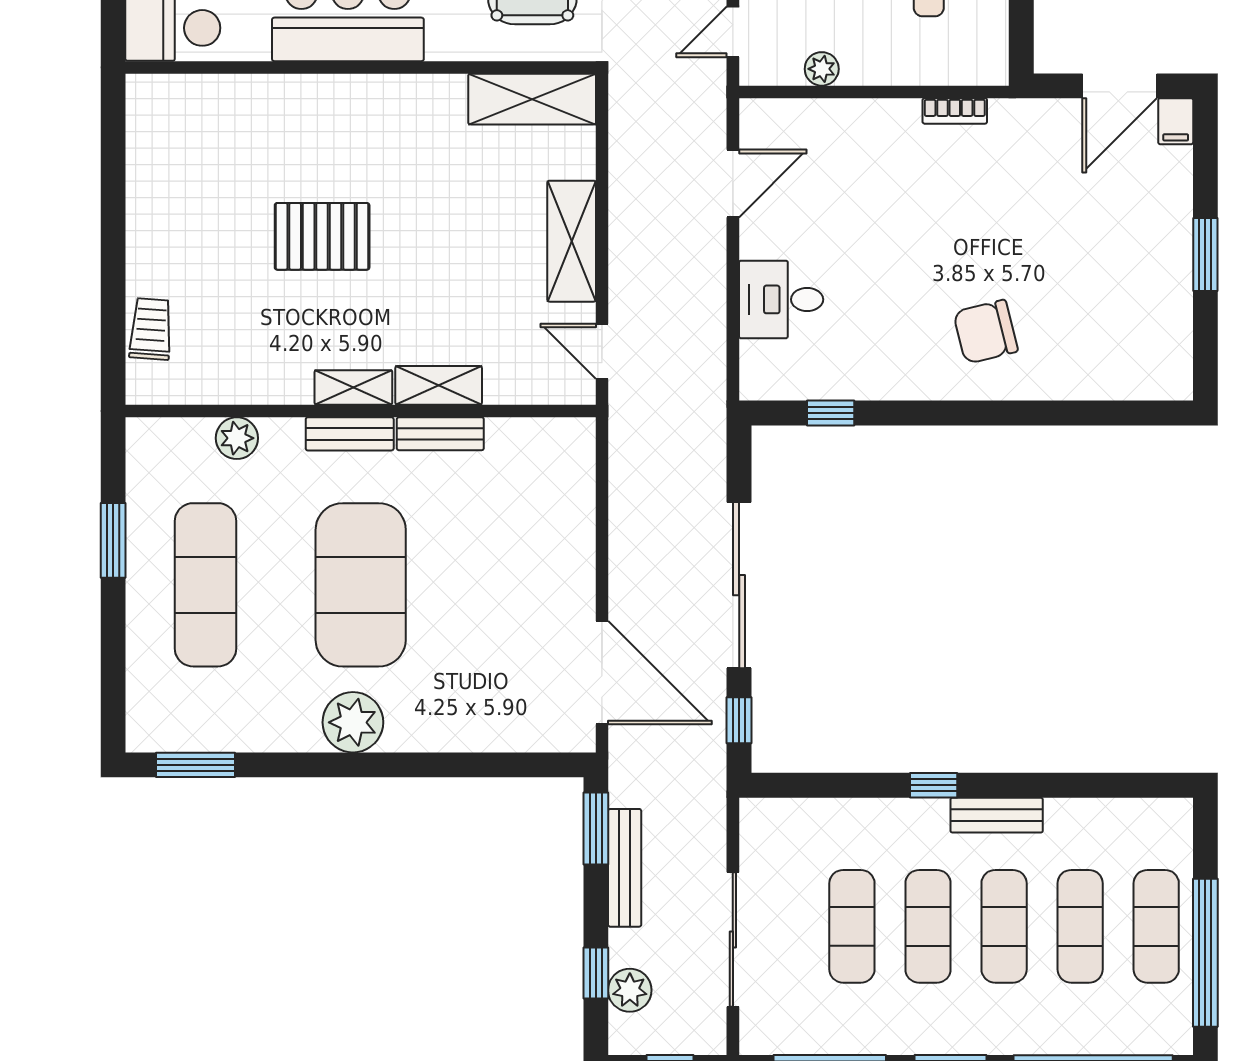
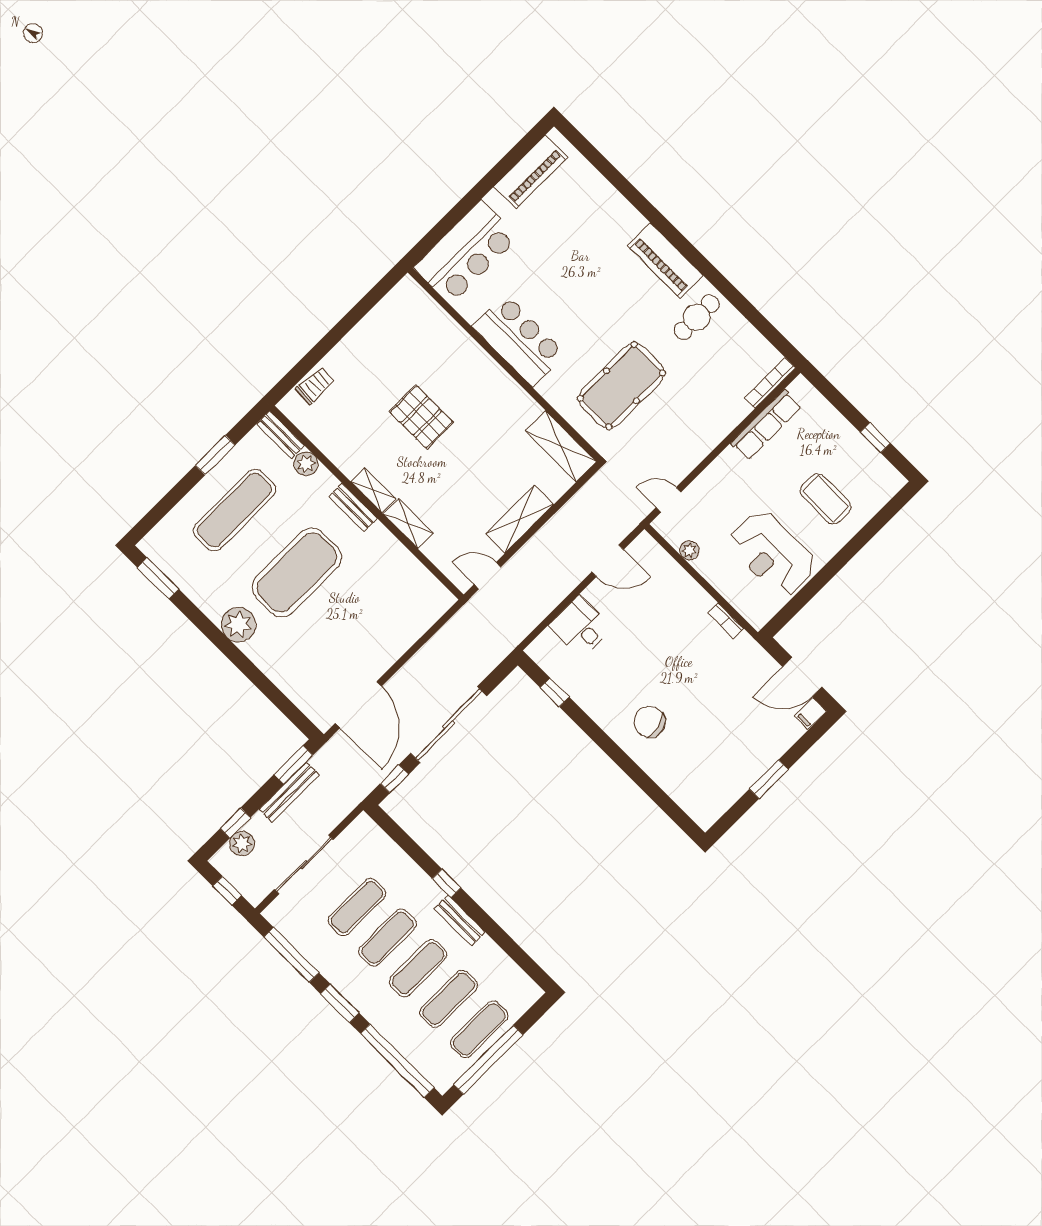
door: (602, 351) -> (488, 576), hinge flipped
bench: (440, 434) -> (281, 435), moved

